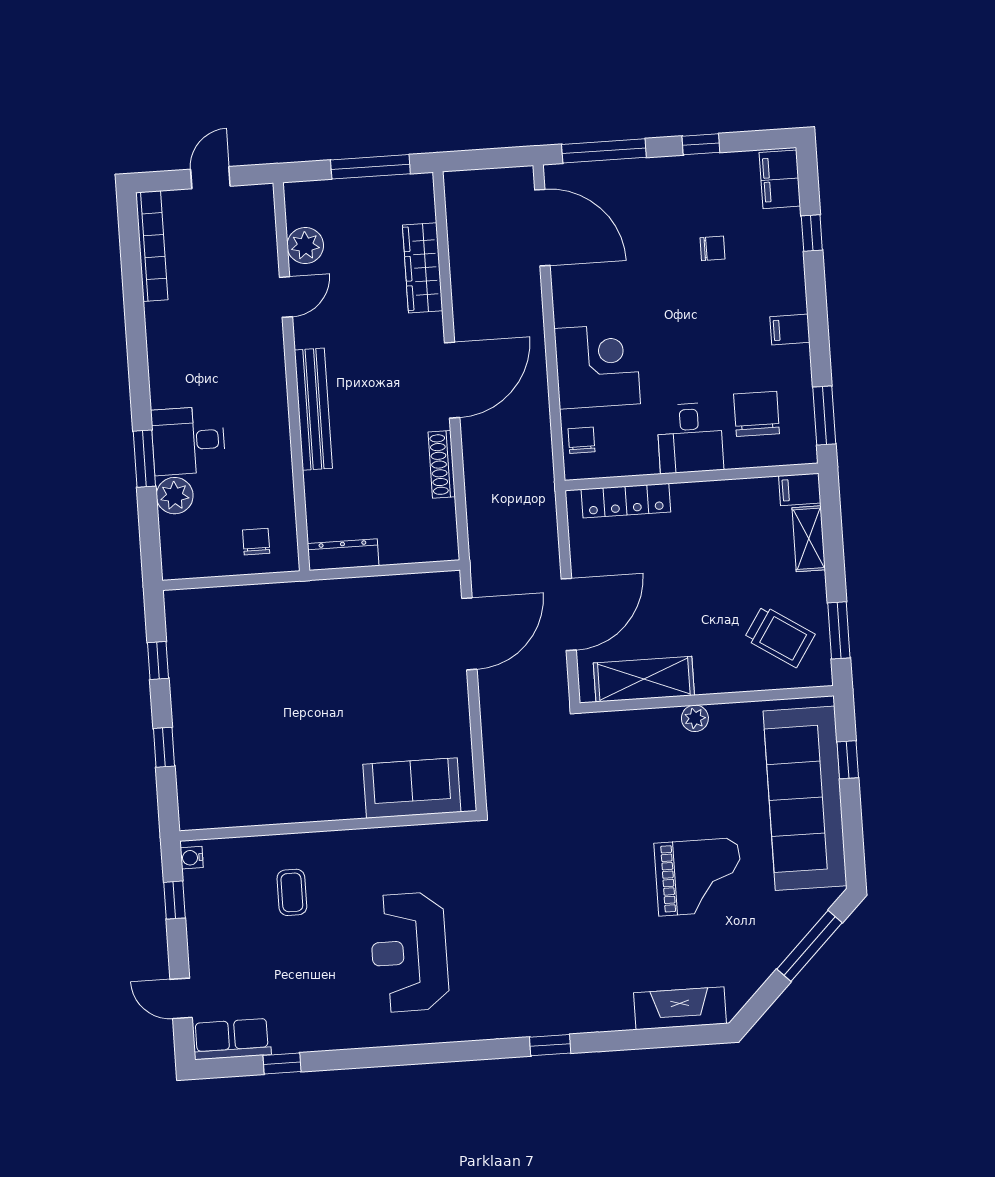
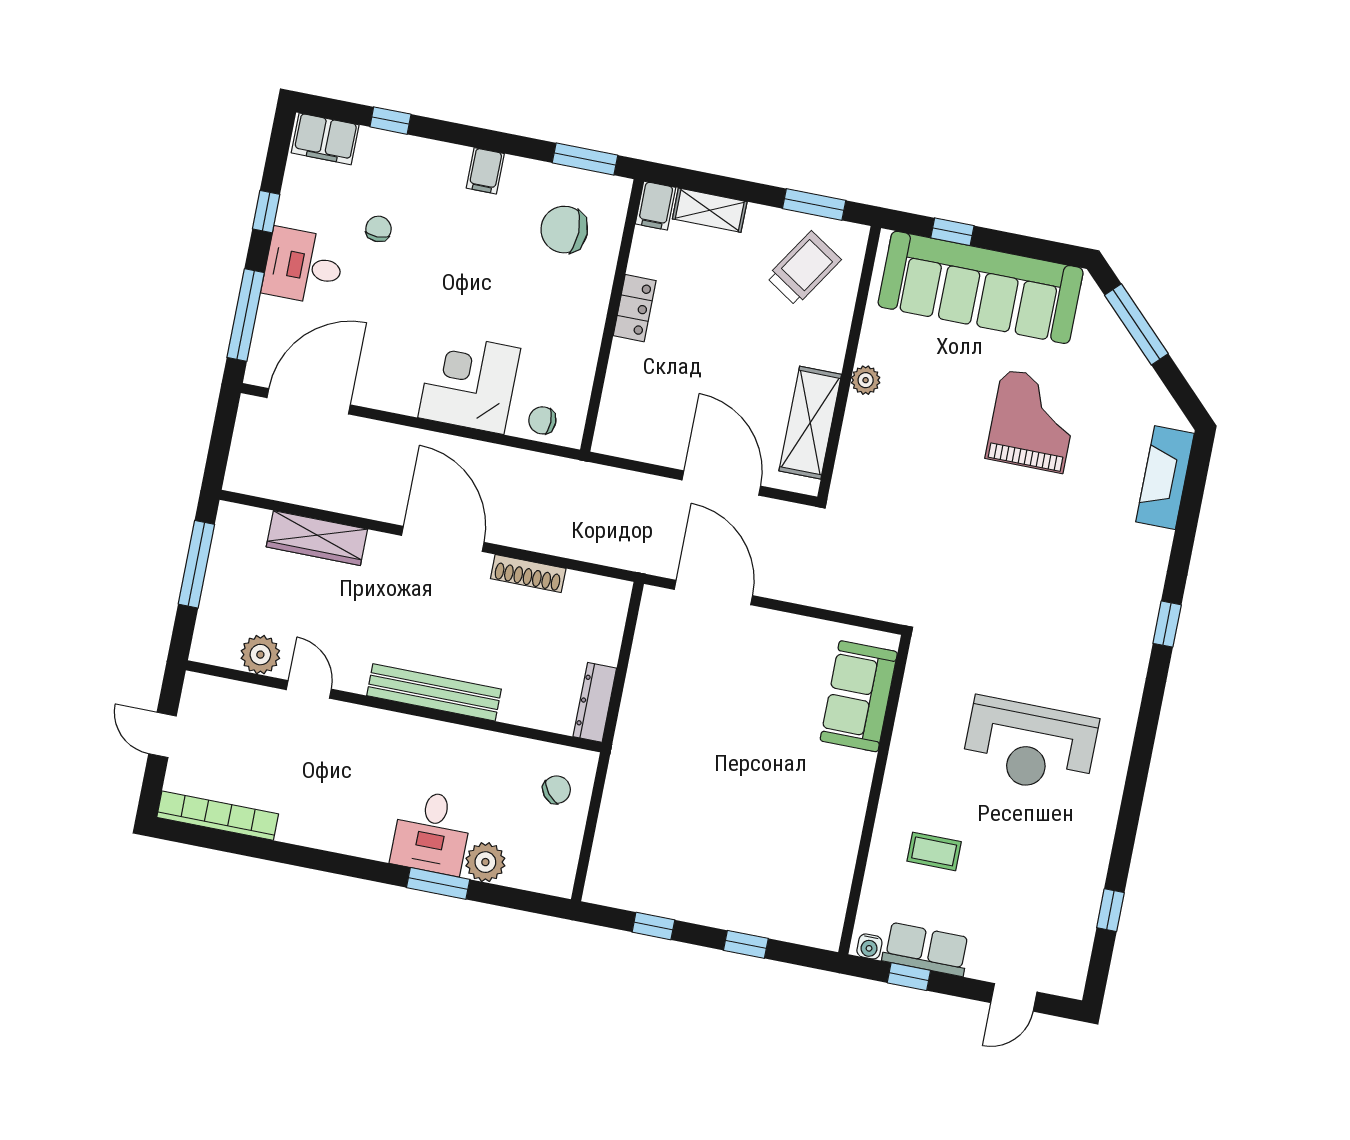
desk: (690, 438) -> (304, 266), moved, turned 180
locker: (626, 501) -> (635, 308), moved, width x0.66
chair: (256, 542) -> (557, 790), turned 141
row of seats: (232, 1039) -> (926, 949), moved, turned 90

